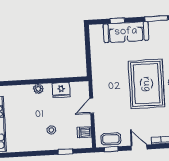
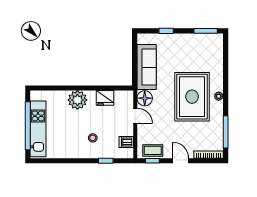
sofa: (126, 32) -> (147, 67), moved, turned -90
floor lamp: (100, 88) -> (145, 98), added
plant: (38, 89) -> (77, 100), width x1.88, depth x1.88
door: (92, 106) -> (135, 116), swing flipped

